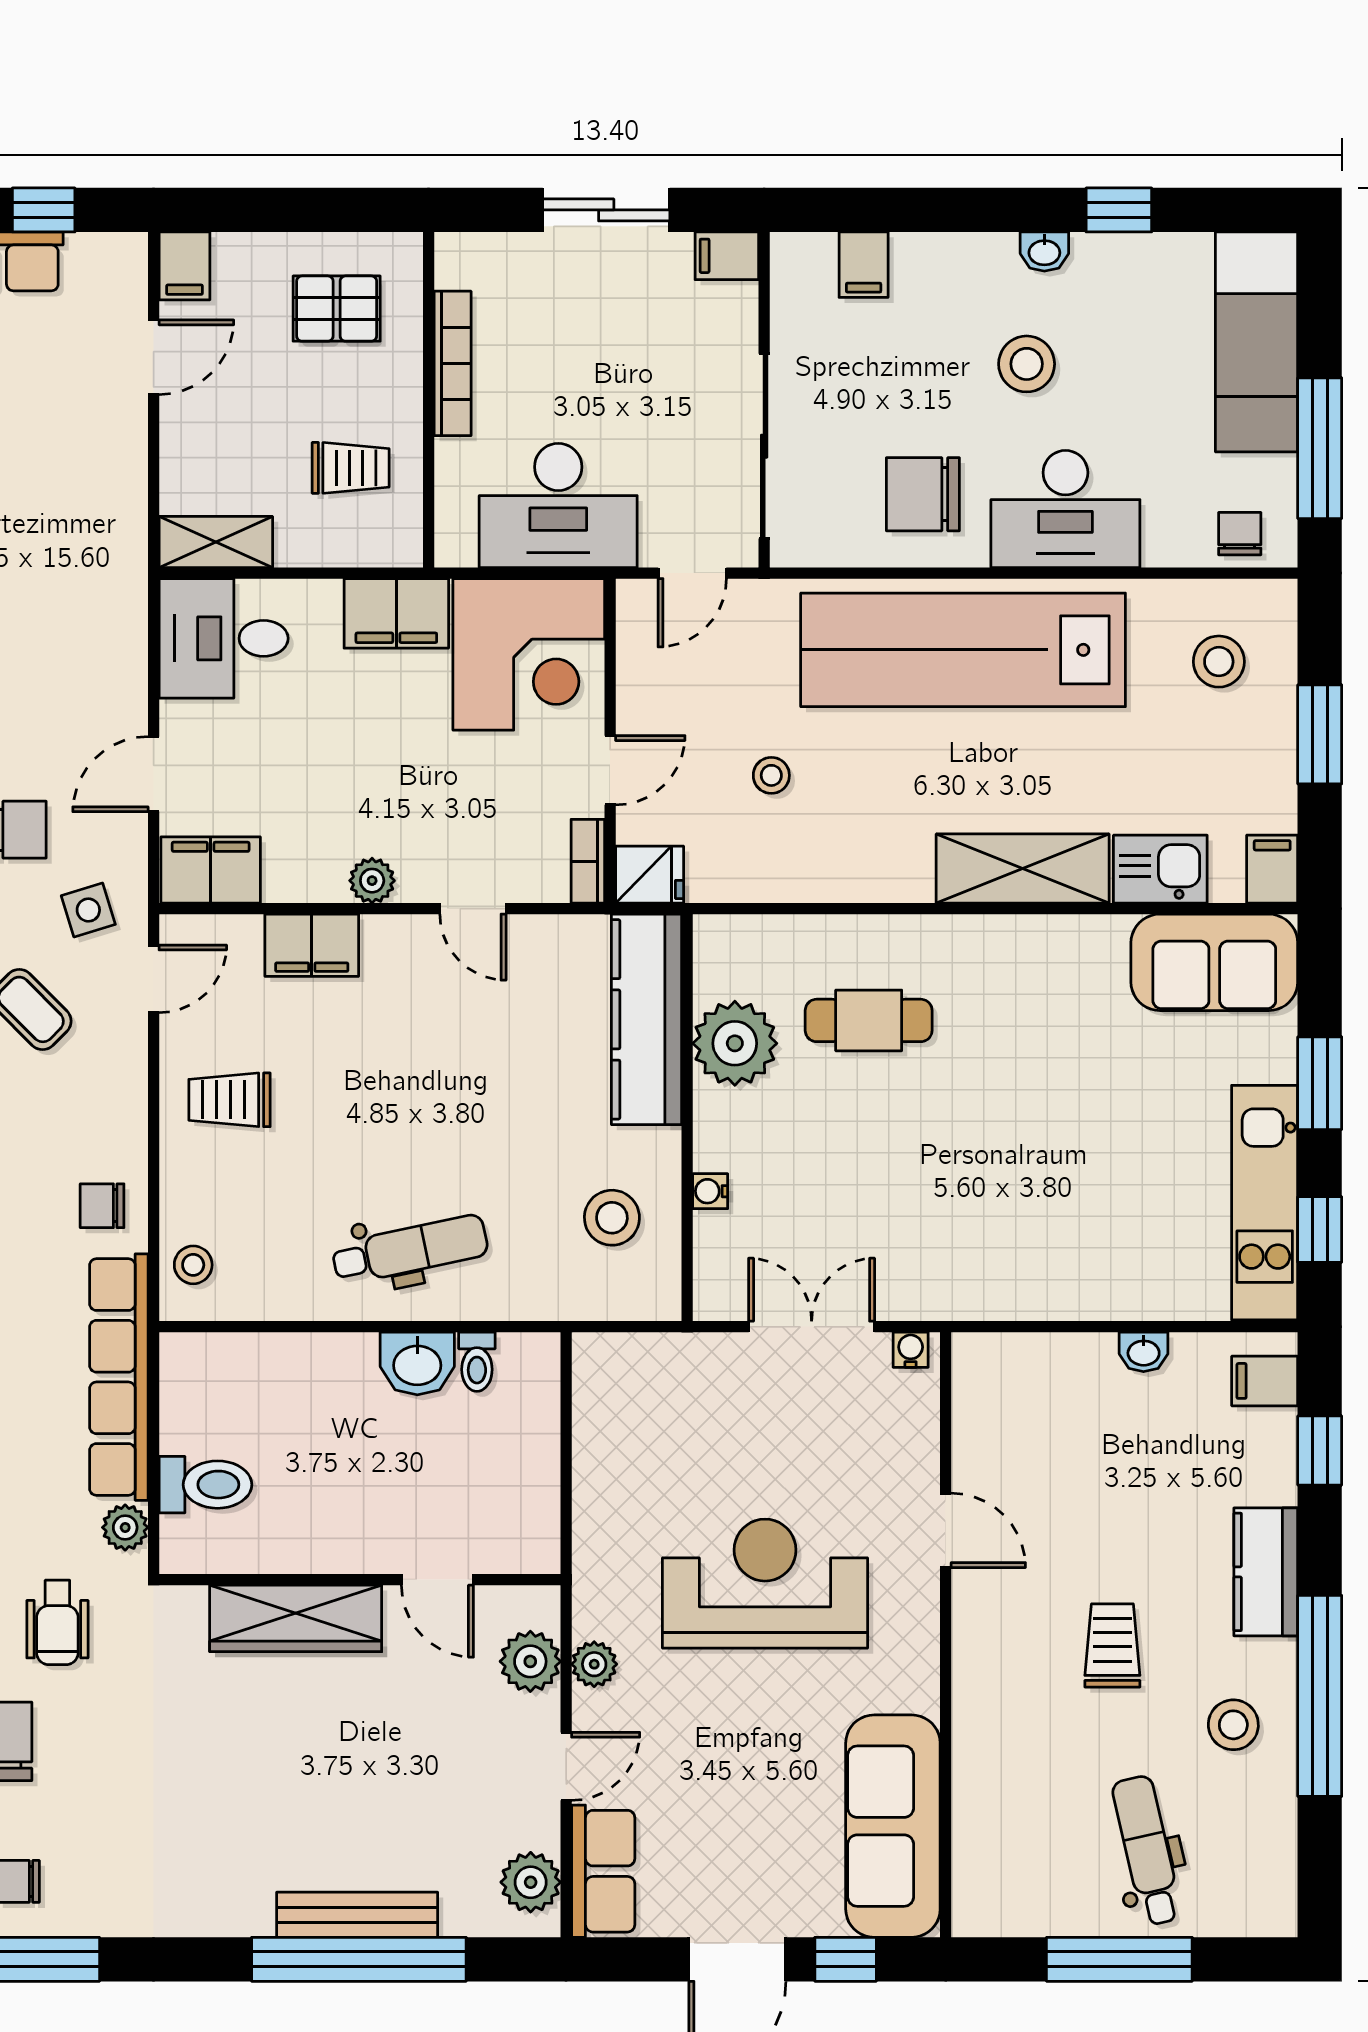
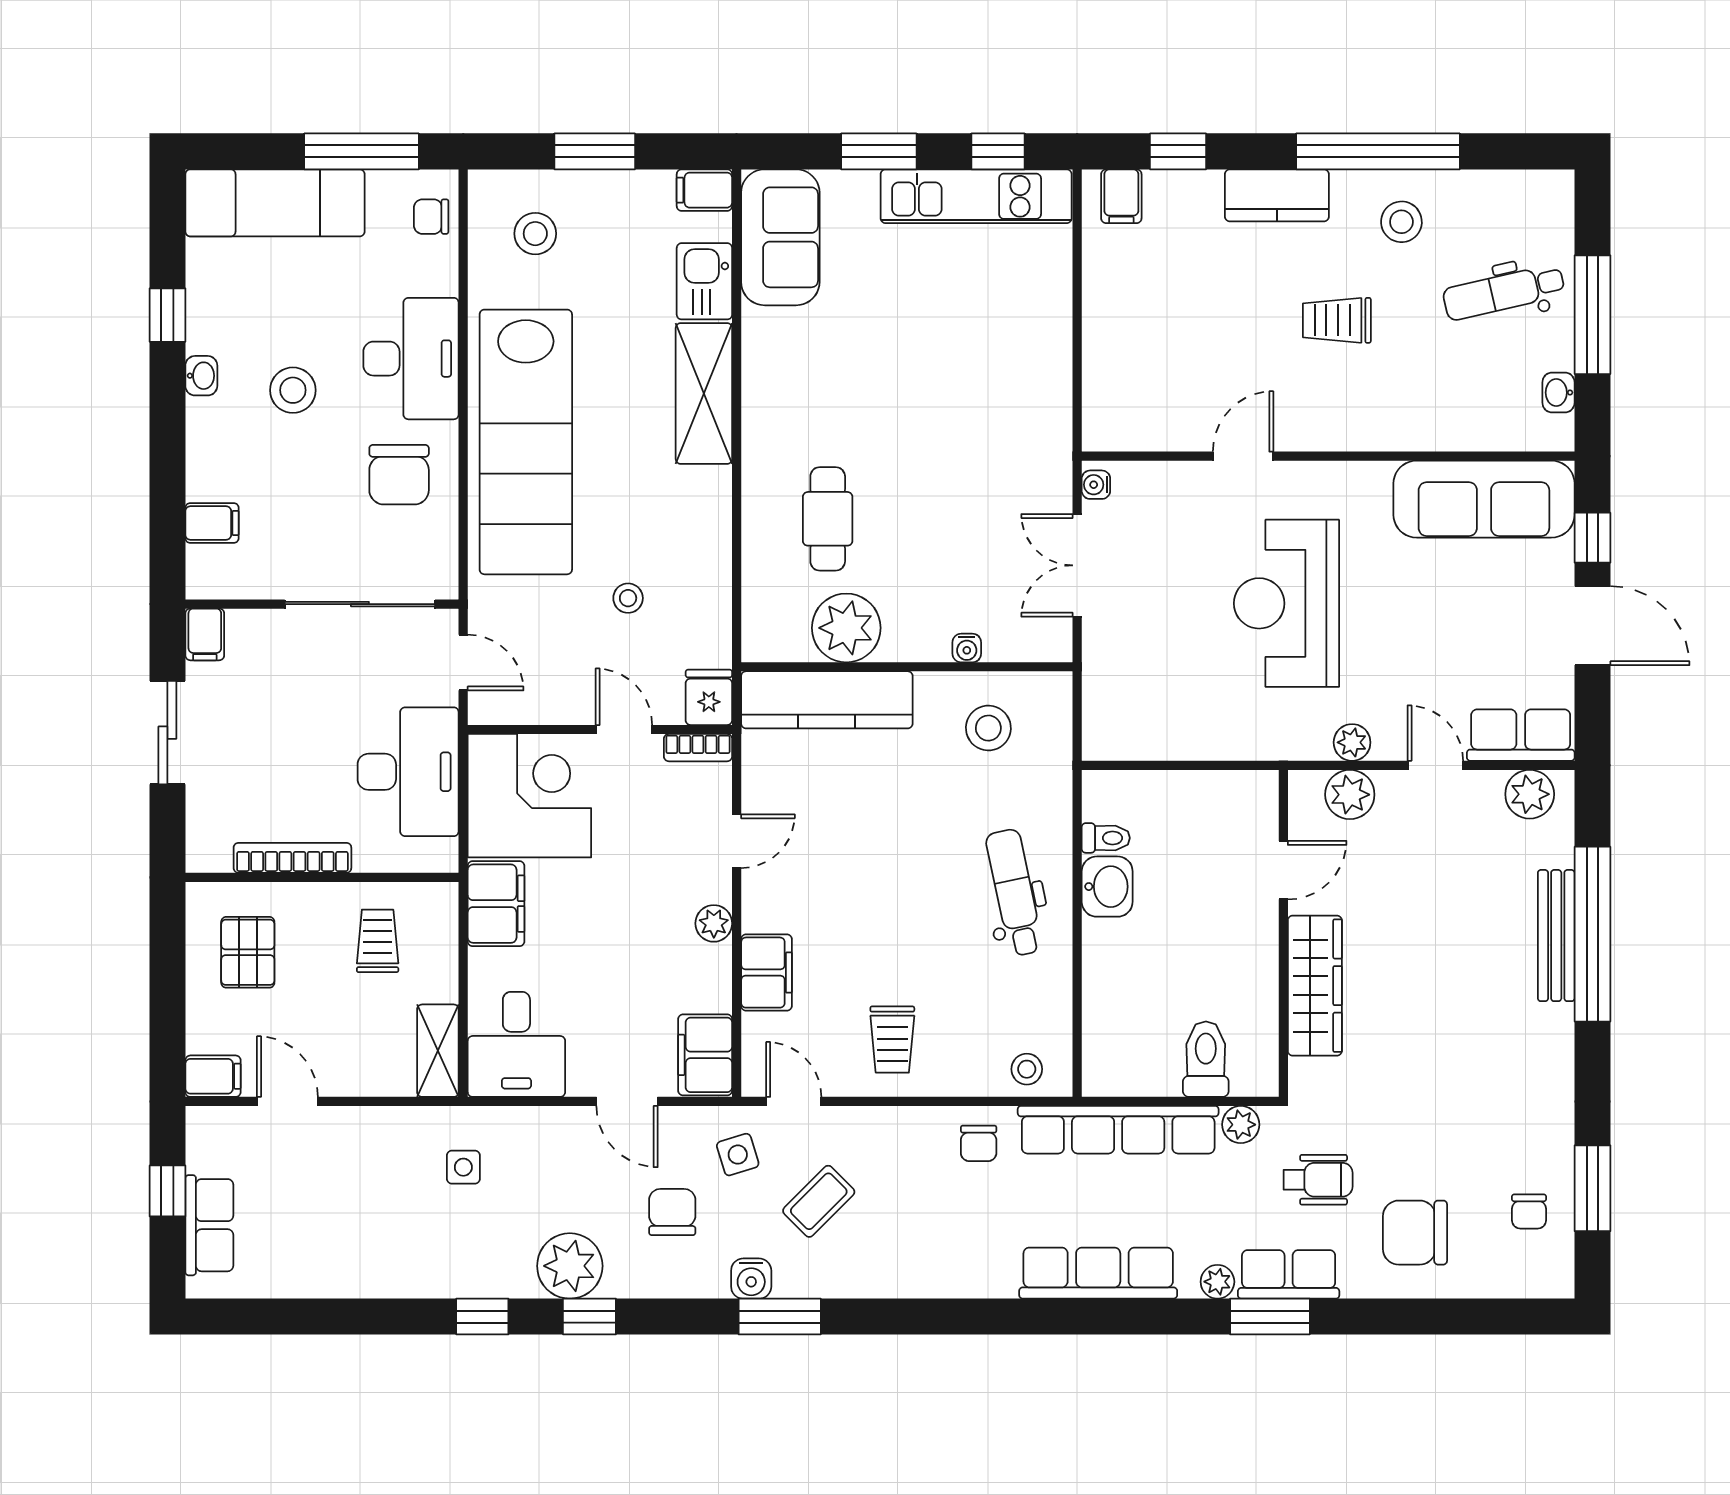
side table: (73, 573) -> (463, 1167), added
washbasin: (1144, 1352) -> (1558, 393), moved, turned 180

